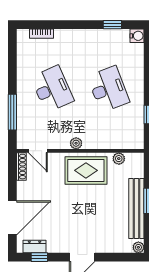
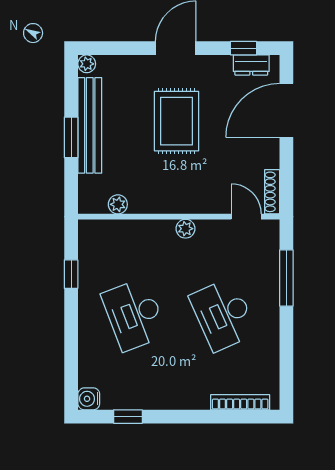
bookcase: (42, 34) -> (240, 402), width x1.56
rug: (86, 170) -> (177, 121), moved, turned 90

